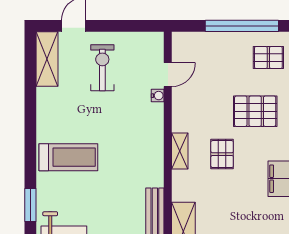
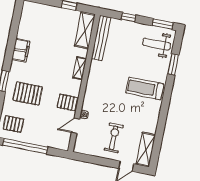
exercise bike: (102, 68) -> (114, 138), turned 180
shelving: (180, 151) -> (80, 68), moved
pallet: (222, 154) -> (67, 102), moved, turned 90

